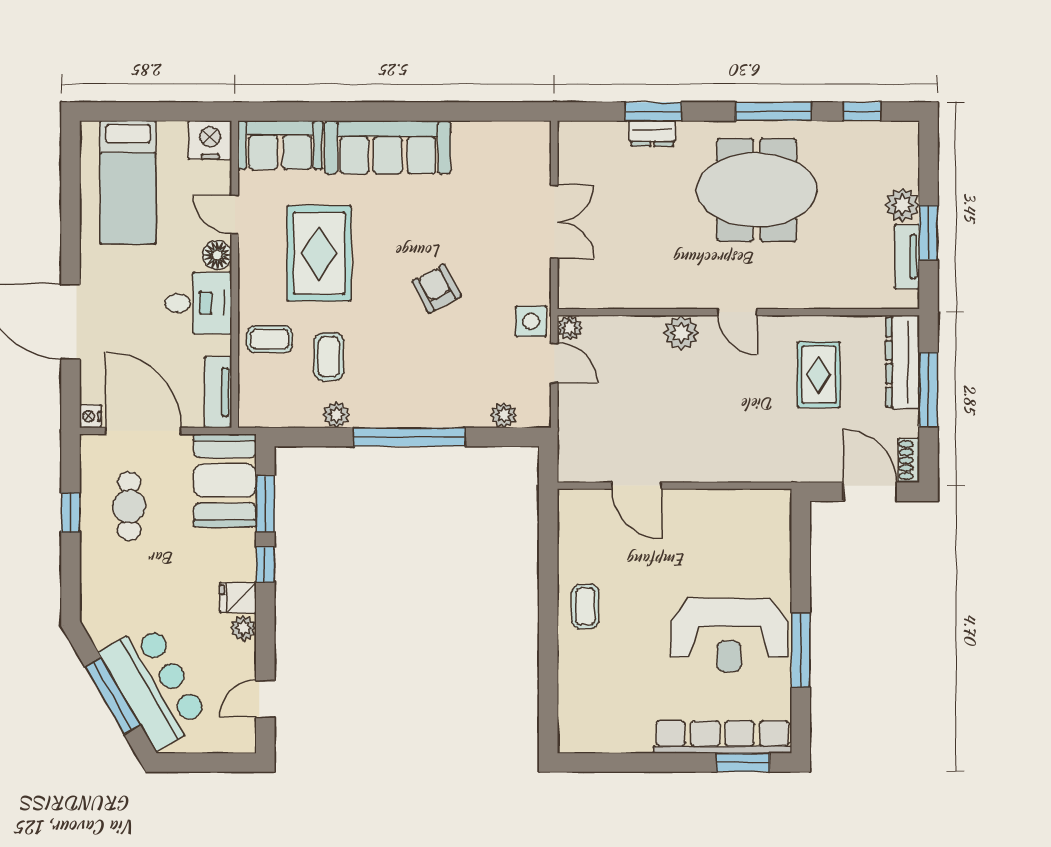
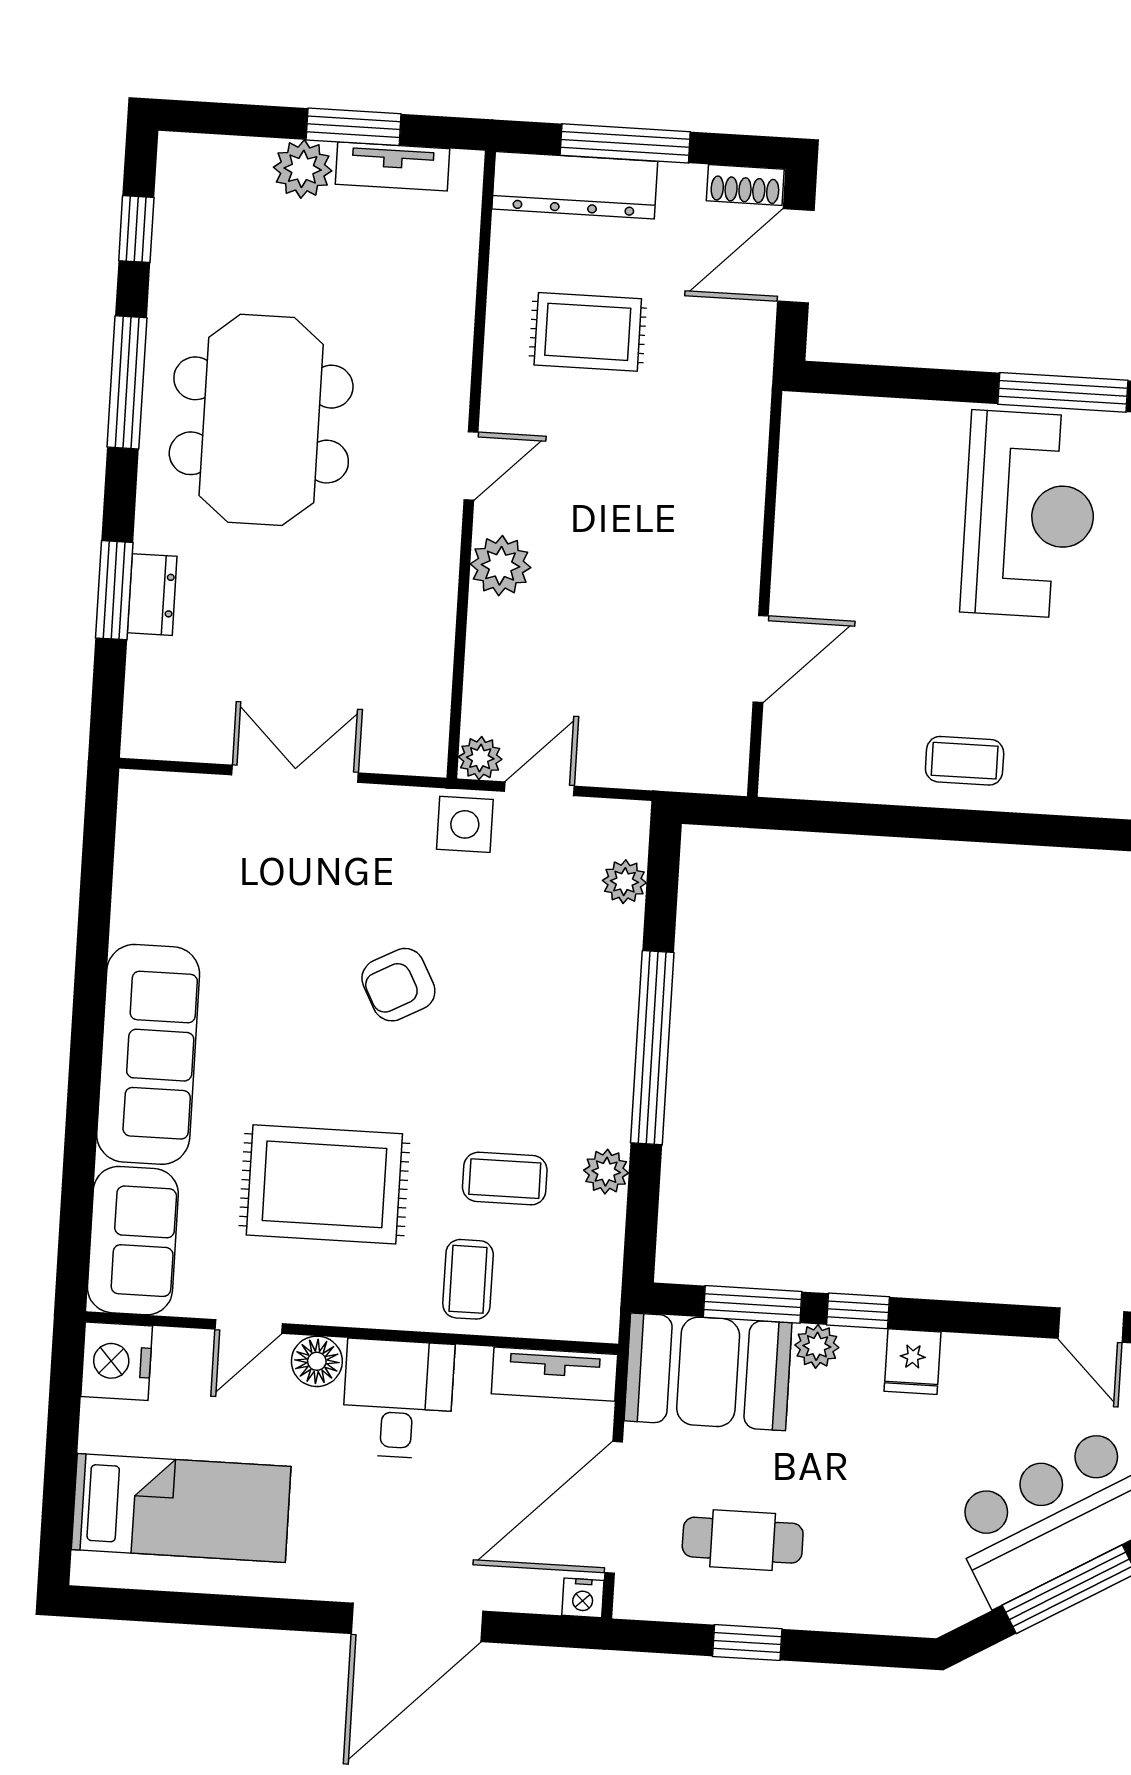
plant: (243, 628) -> (817, 1346), moved

